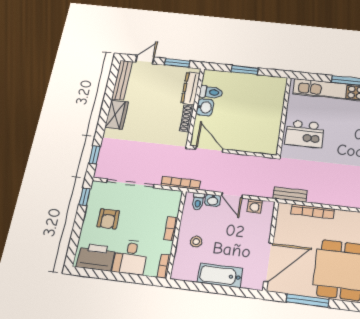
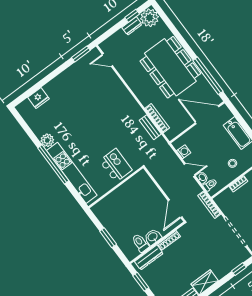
door: (232, 195) -> (189, 170), hinge flipped
bench: (290, 195) -> (150, 127), moved
window: (307, 301) -> (208, 76), width x1.46

